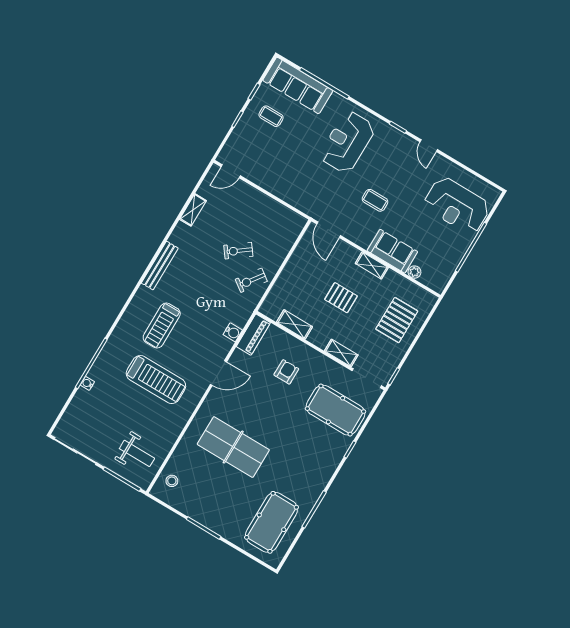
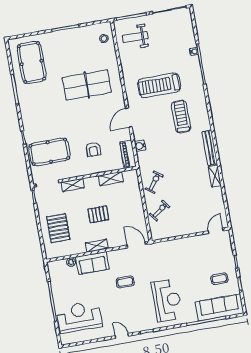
shelving: (193, 210) -> (215, 176), moved
exercise bike: (238, 251) -> (160, 211), moved

